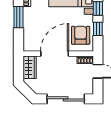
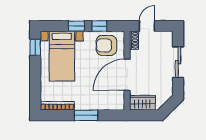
door: (55, 54) -> (127, 75), hinge flipped
sliding door: (66, 99) -> (178, 62), width x0.73

